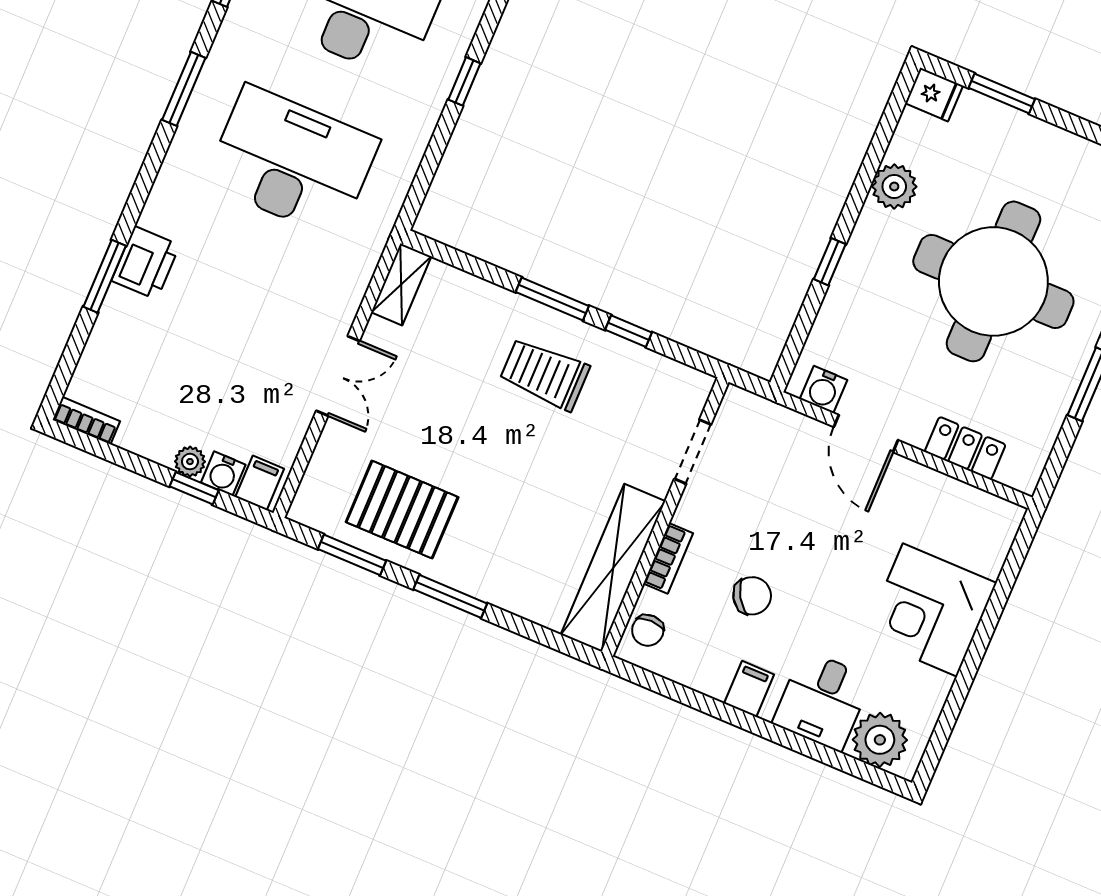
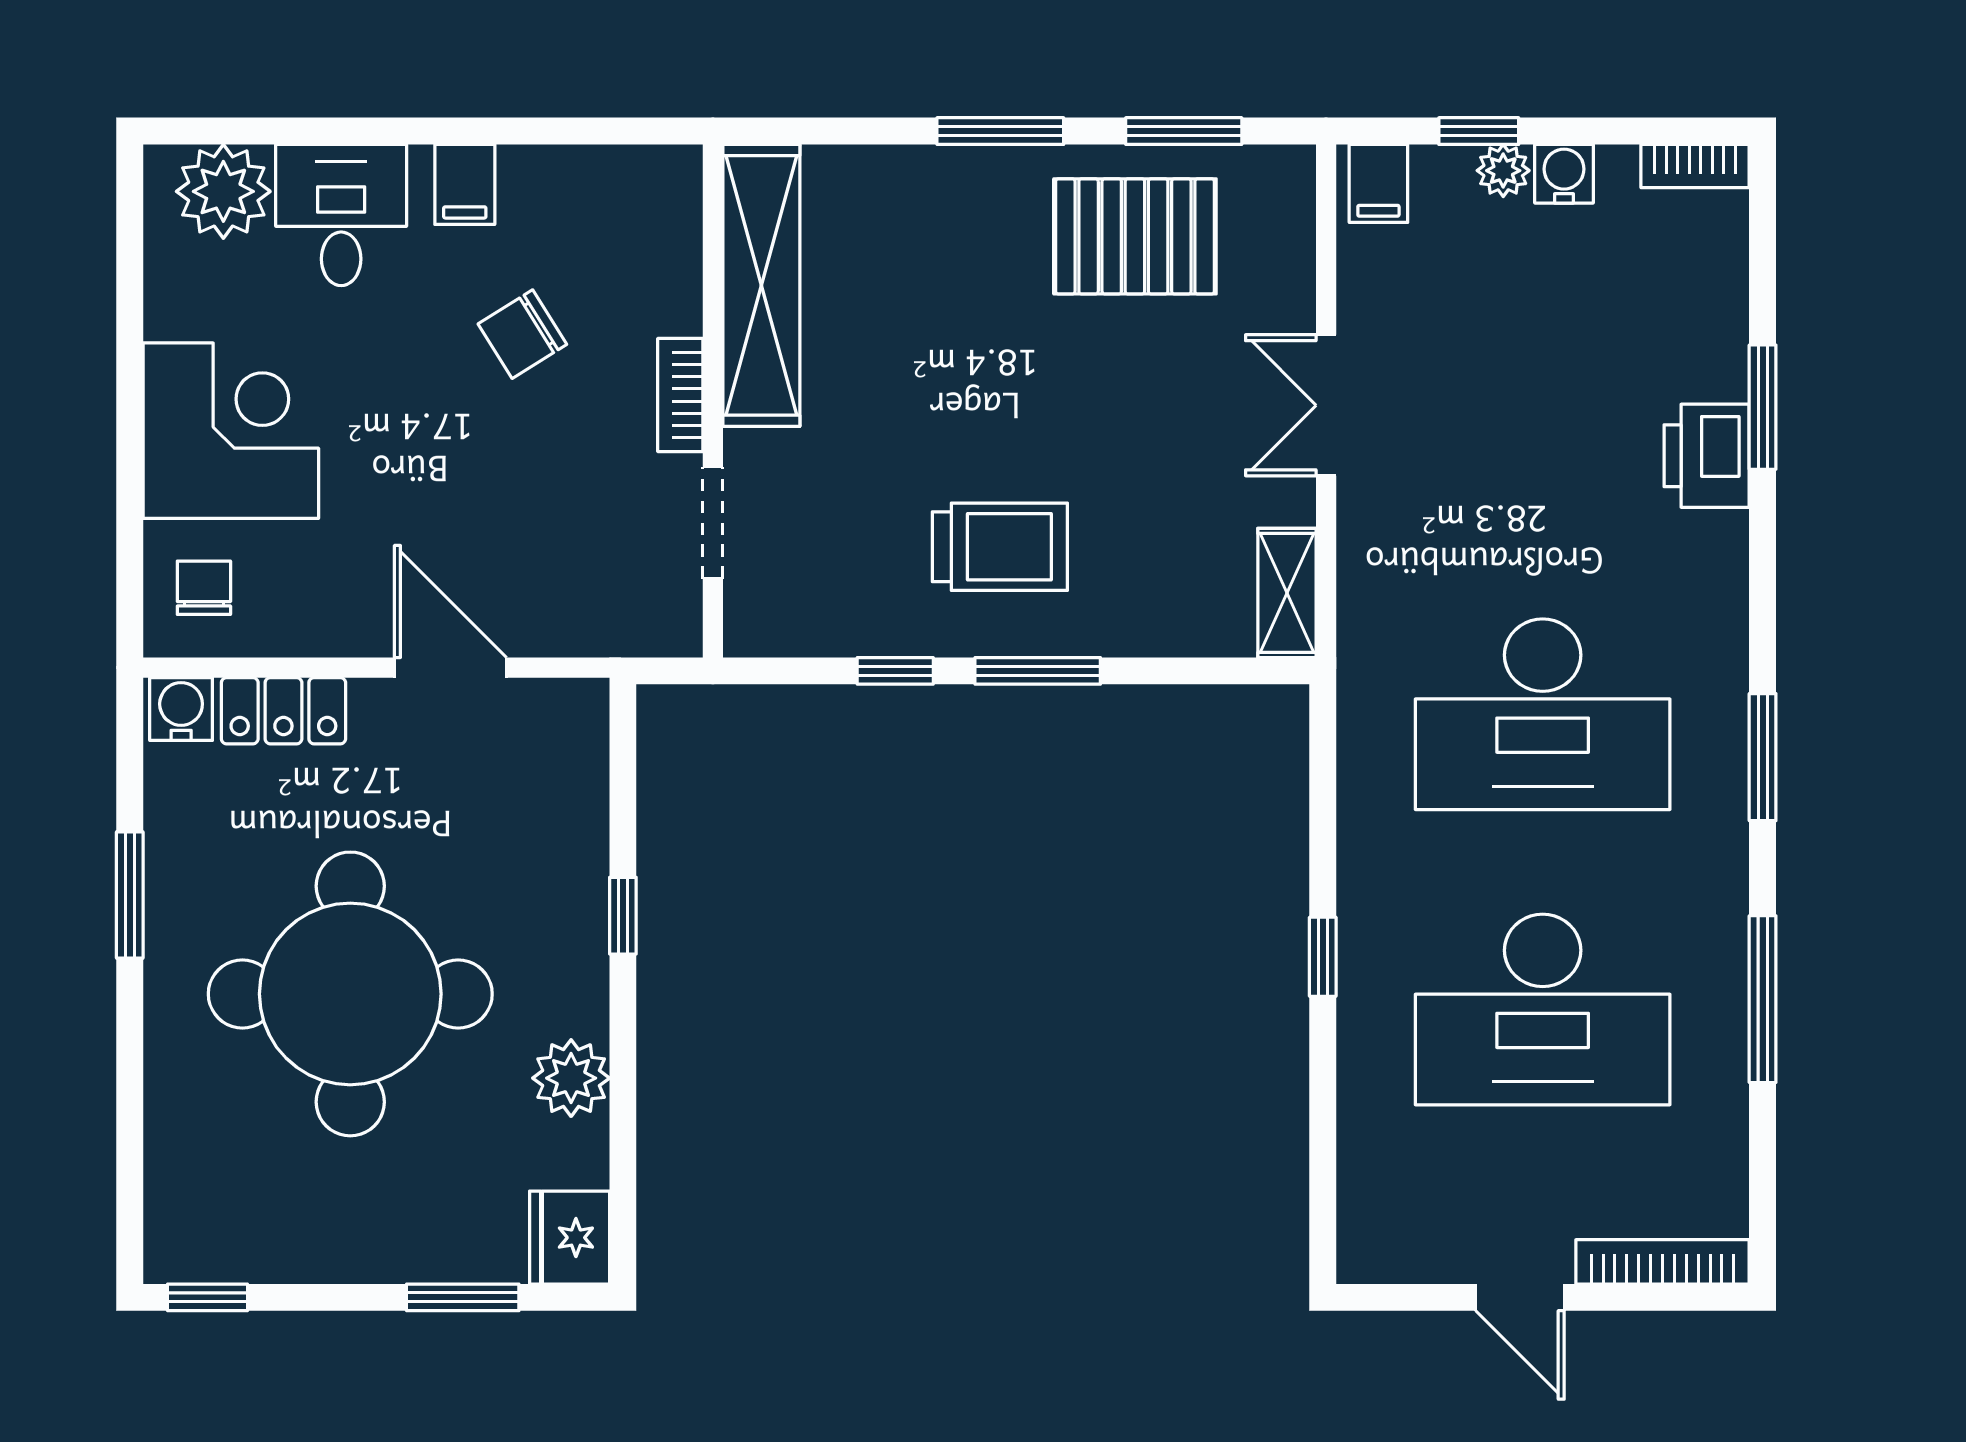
fridge: (934, 95) -> (570, 1238), width x1.38
water cooler: (824, 389) -> (181, 709), moved
water cooler: (223, 474) -> (1564, 174), moved
bookcase: (668, 558) -> (680, 395), moved
chair: (648, 630) -> (204, 588), moved

